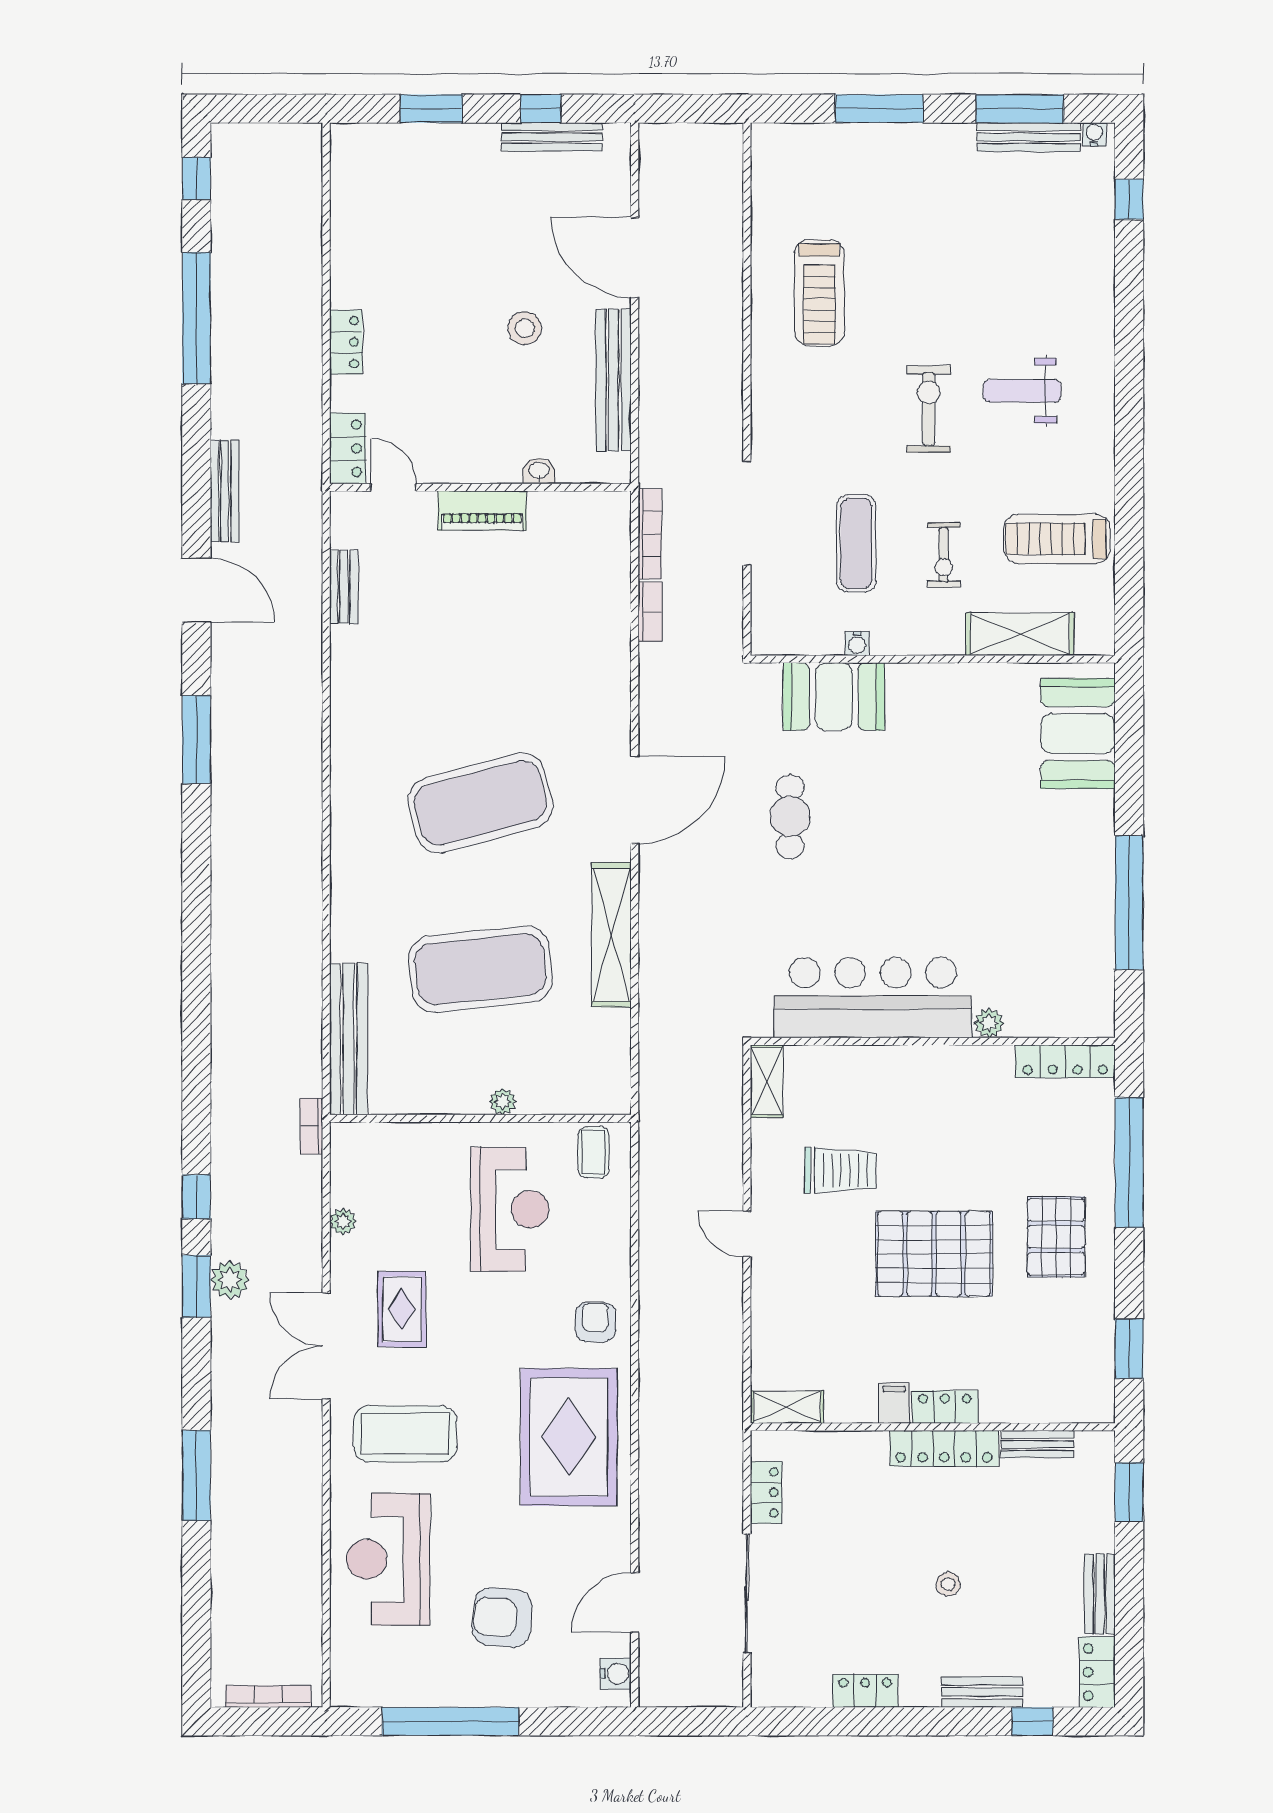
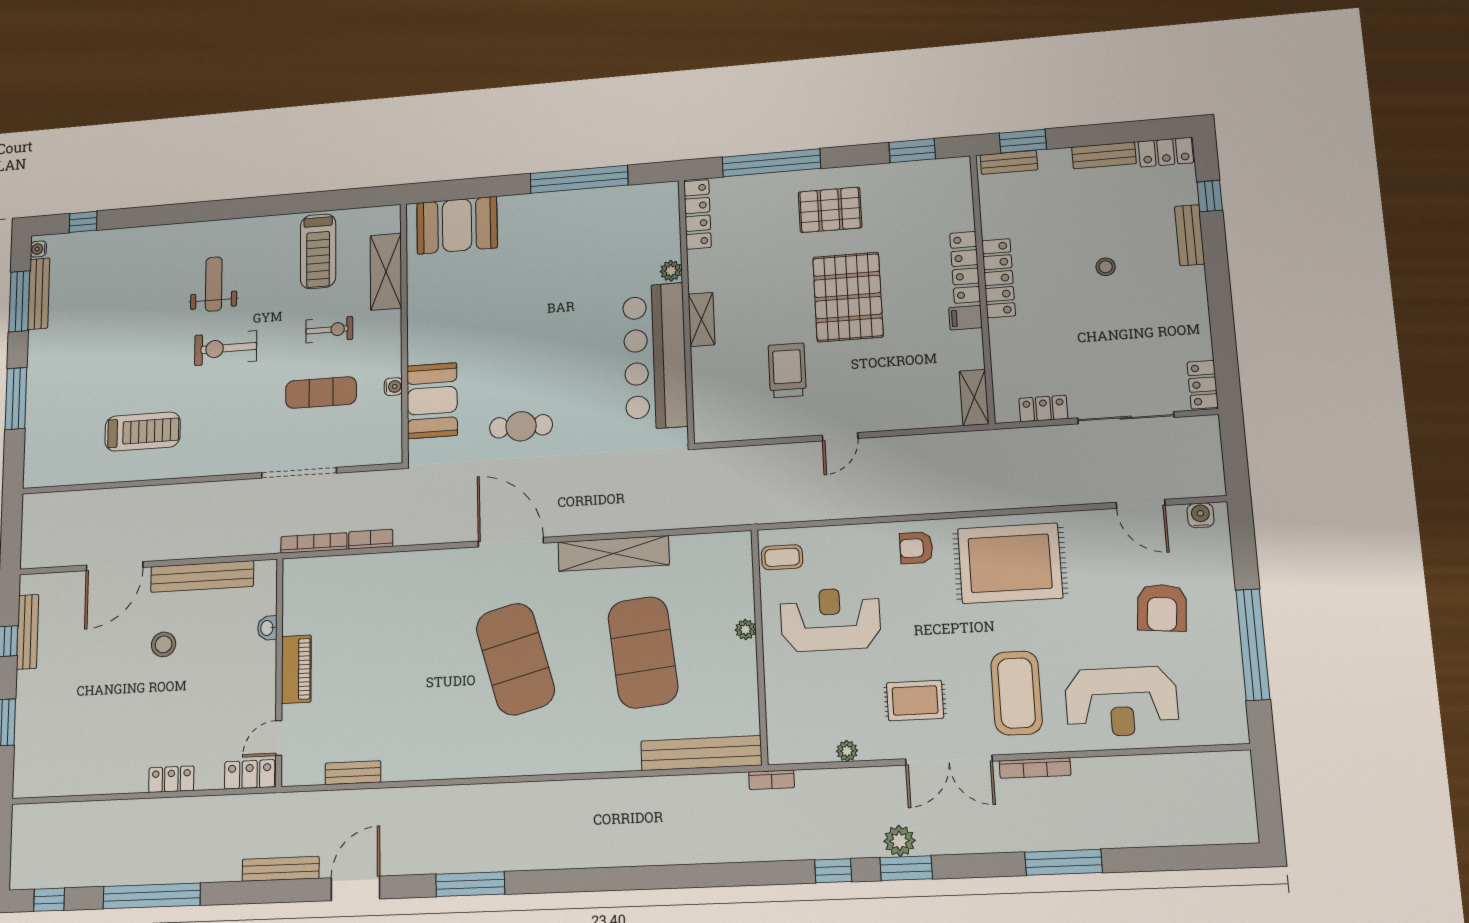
weight bench: (1022, 391) -> (214, 284), turned 180
shelving: (767, 1081) -> (702, 319), moved, turned 90
locker: (945, 1407) -> (965, 267), width x1.53
bench: (1037, 1444) -> (1009, 162), moved, turned 90
locker: (865, 1691) -> (1203, 385), moved
bookcase: (268, 1697) -> (1035, 768), moved, turned -90

